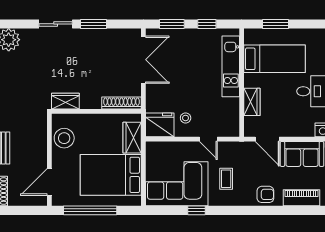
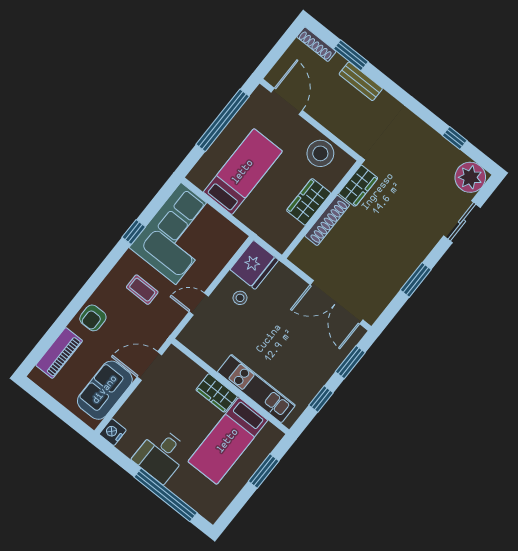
sliding door: (56, 24) -> (462, 222), moved
wardrobe: (252, 102) -> (217, 393), moved
shoe rack: (121, 103) -> (327, 220), moved
wardrobe: (132, 138) -> (309, 202), moved, turned -90
bed: (111, 175) -> (243, 172), width x0.67

